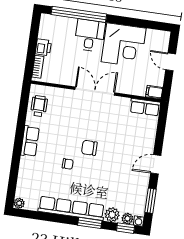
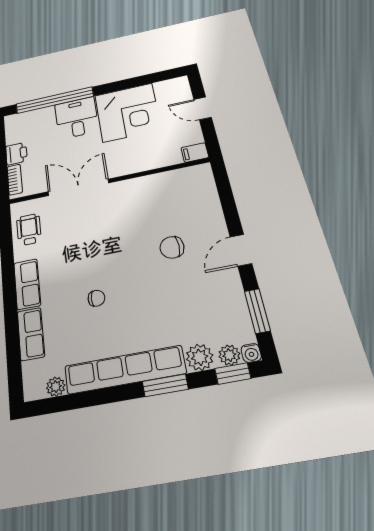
double door: (95, 91) -> (78, 187), moved
row of seats: (145, 107) -> (31, 334), moved, turned -90
chair: (89, 148) -> (172, 247), moved
plant: (19, 203) -> (56, 387), moved

